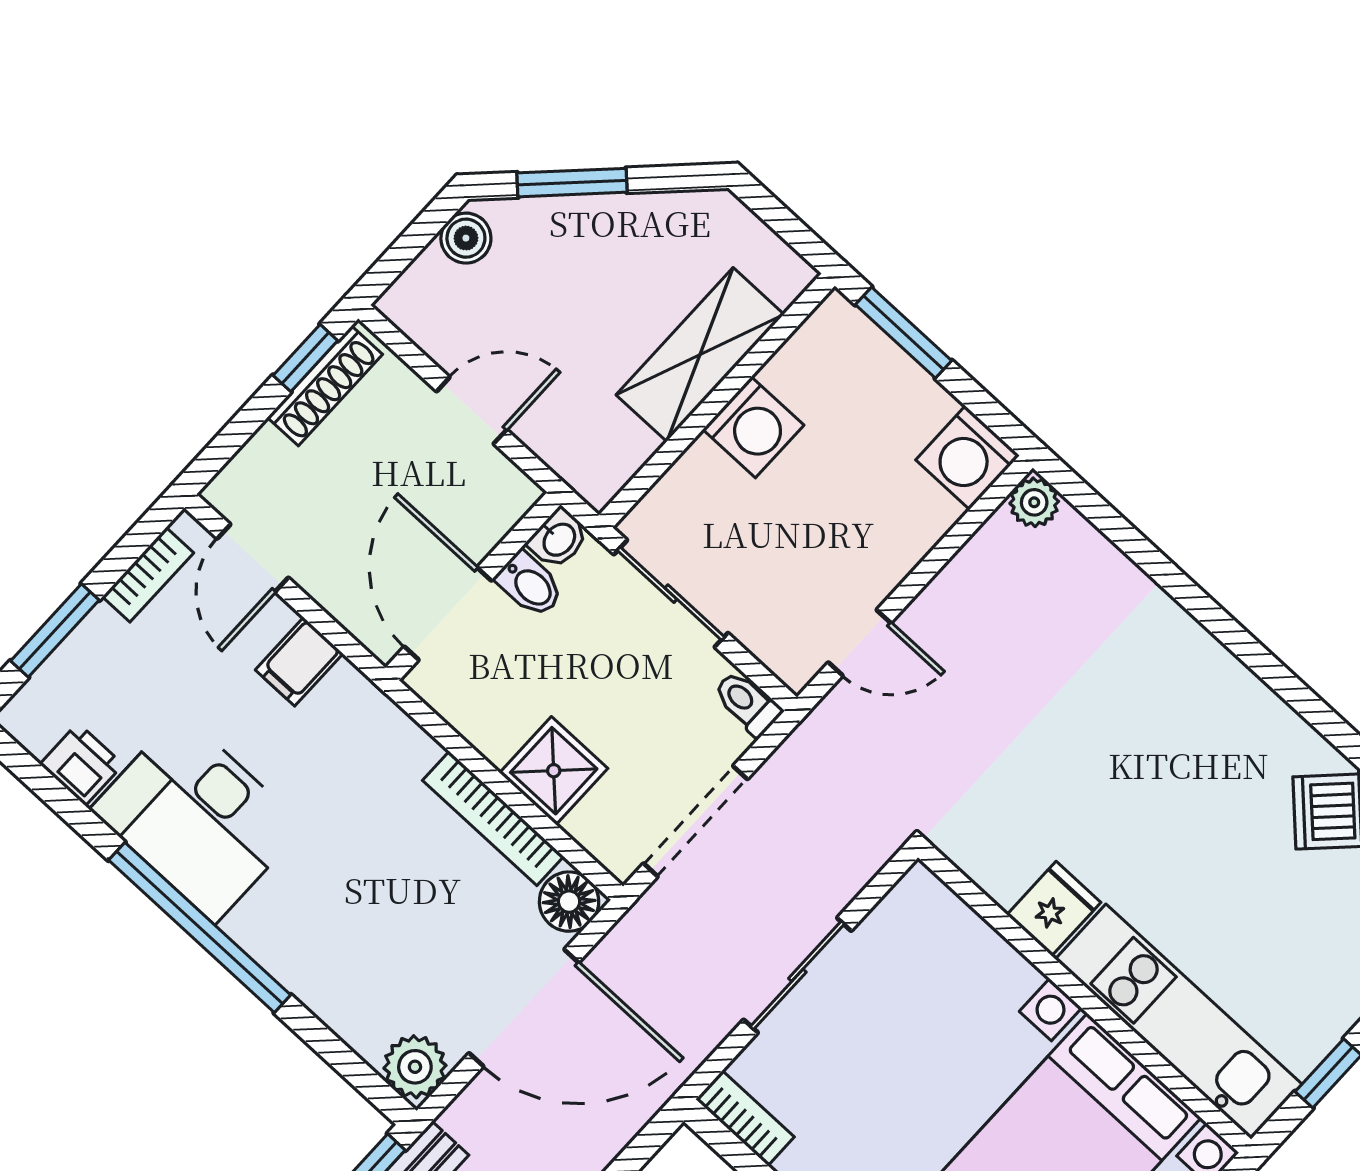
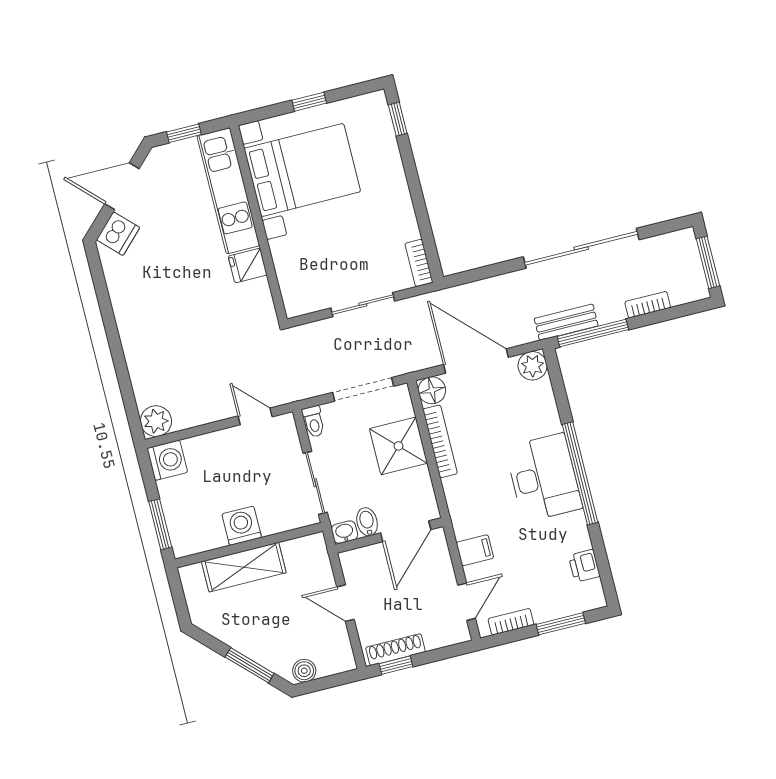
plant: (1034, 502) -> (156, 421), width x1.38, depth x1.38
shower: (554, 771) -> (399, 446), width x1.36, depth x1.36
desk: (197, 818) -> (544, 478), moved

